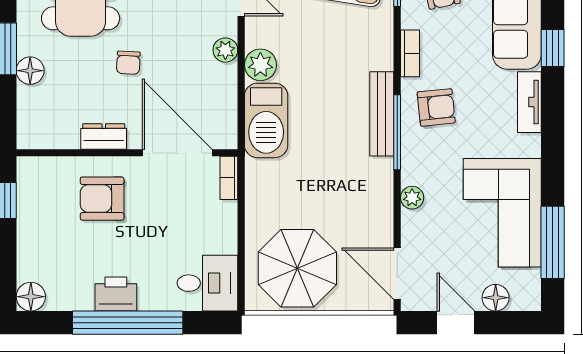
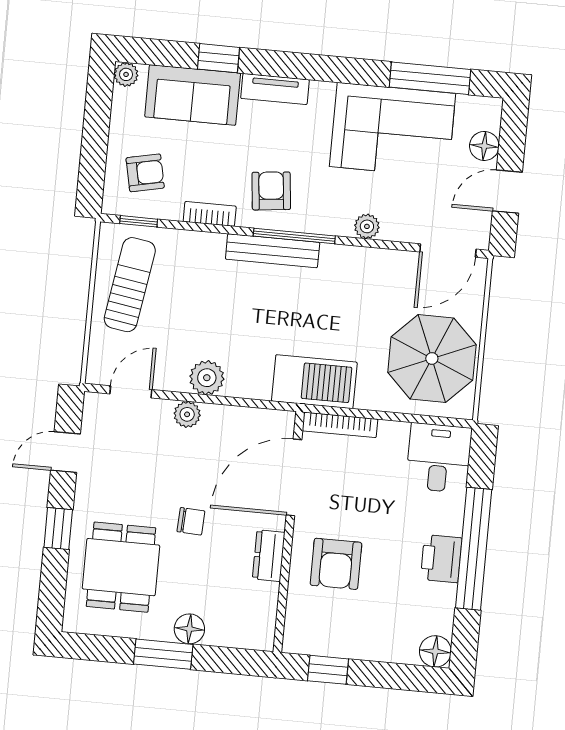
barbecue: (266, 120) -> (314, 382), moved
bookcase: (229, 178) -> (340, 425), width x1.56

